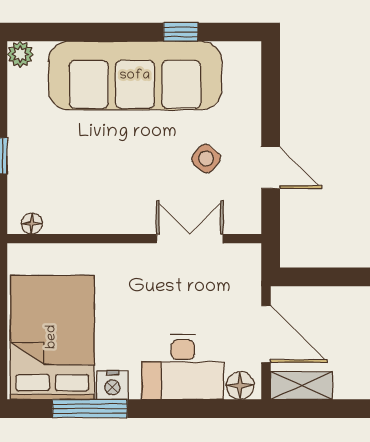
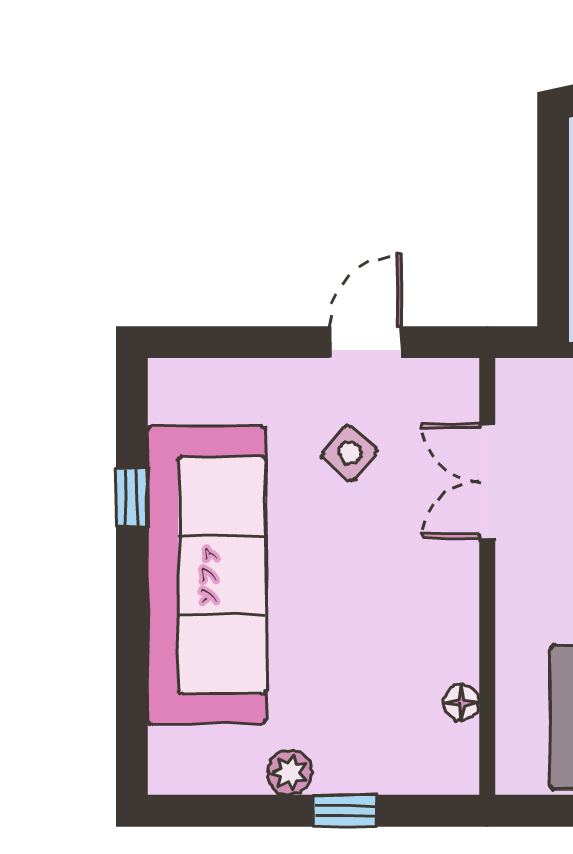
plant: (20, 54) -> (290, 772), moved
floor lamp: (32, 224) -> (462, 702), moved

